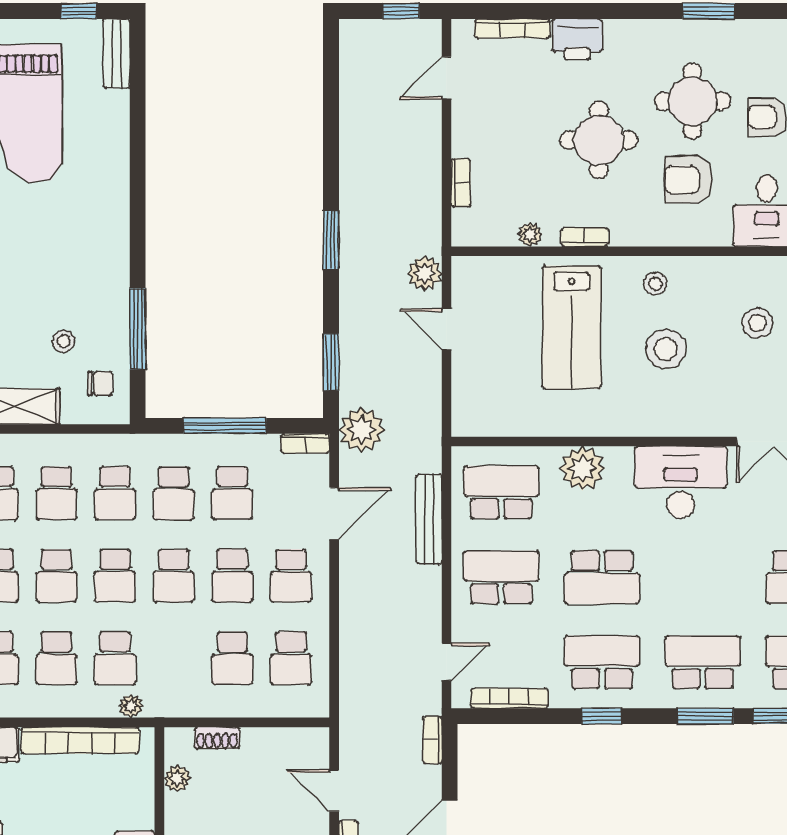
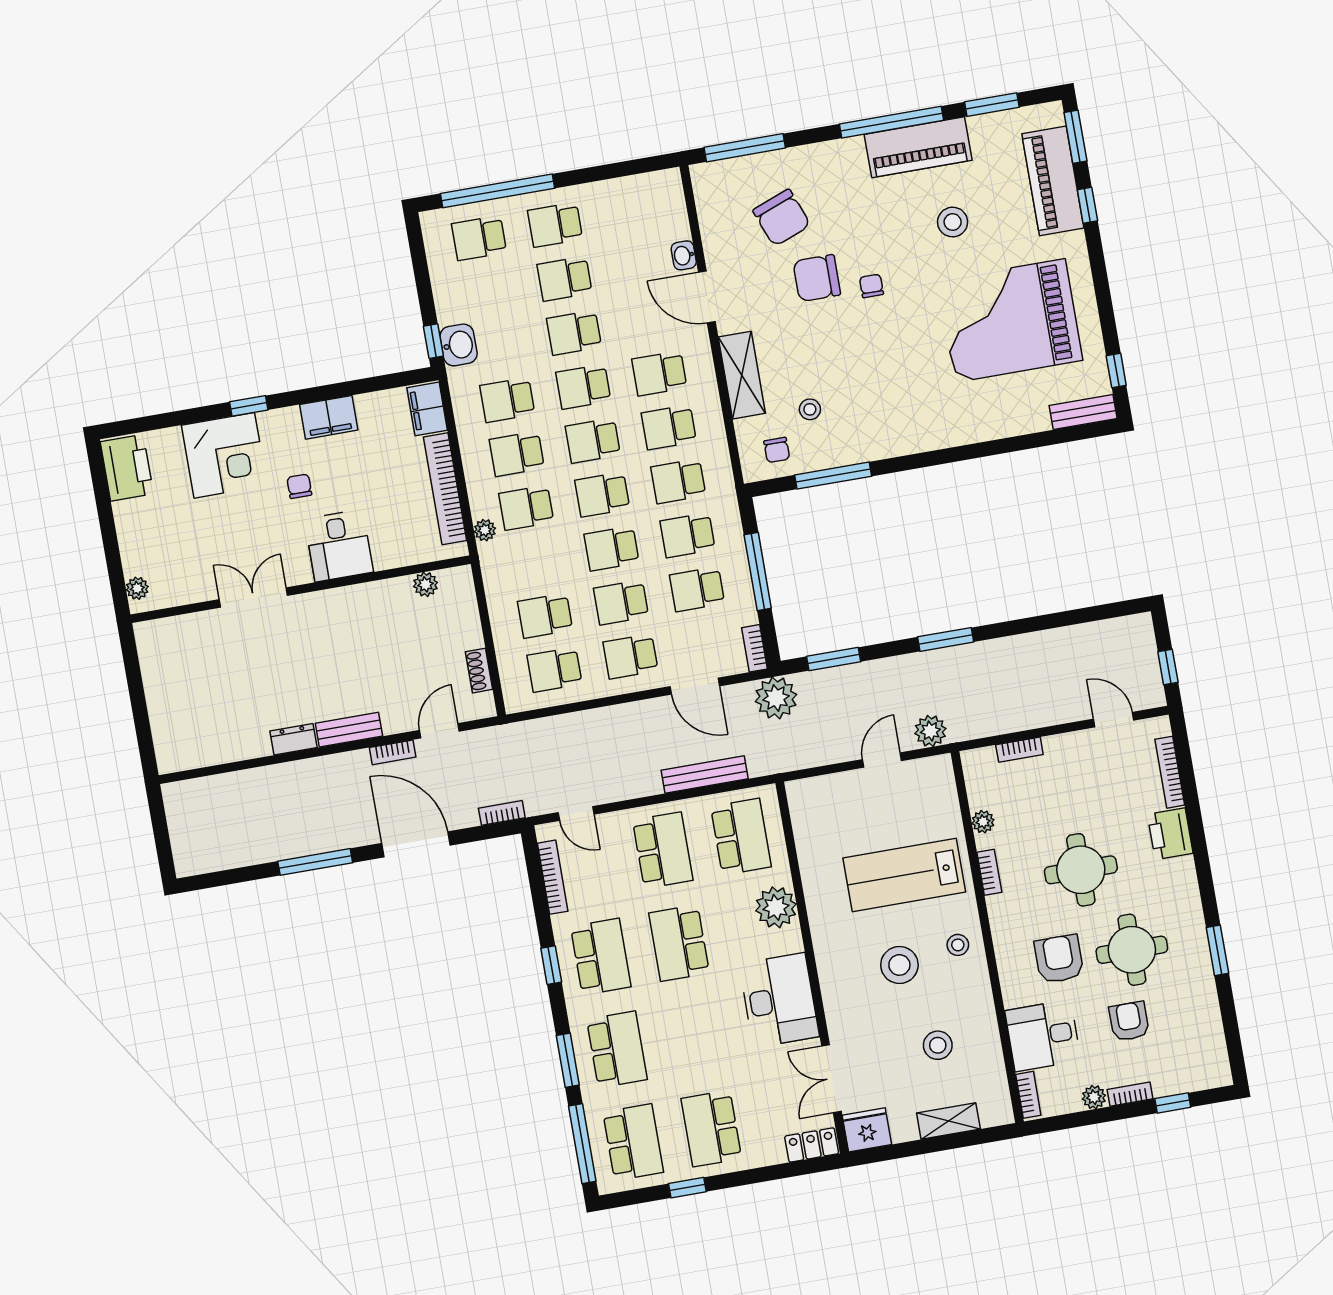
shoe rack: (217, 738) -> (479, 671), moved

